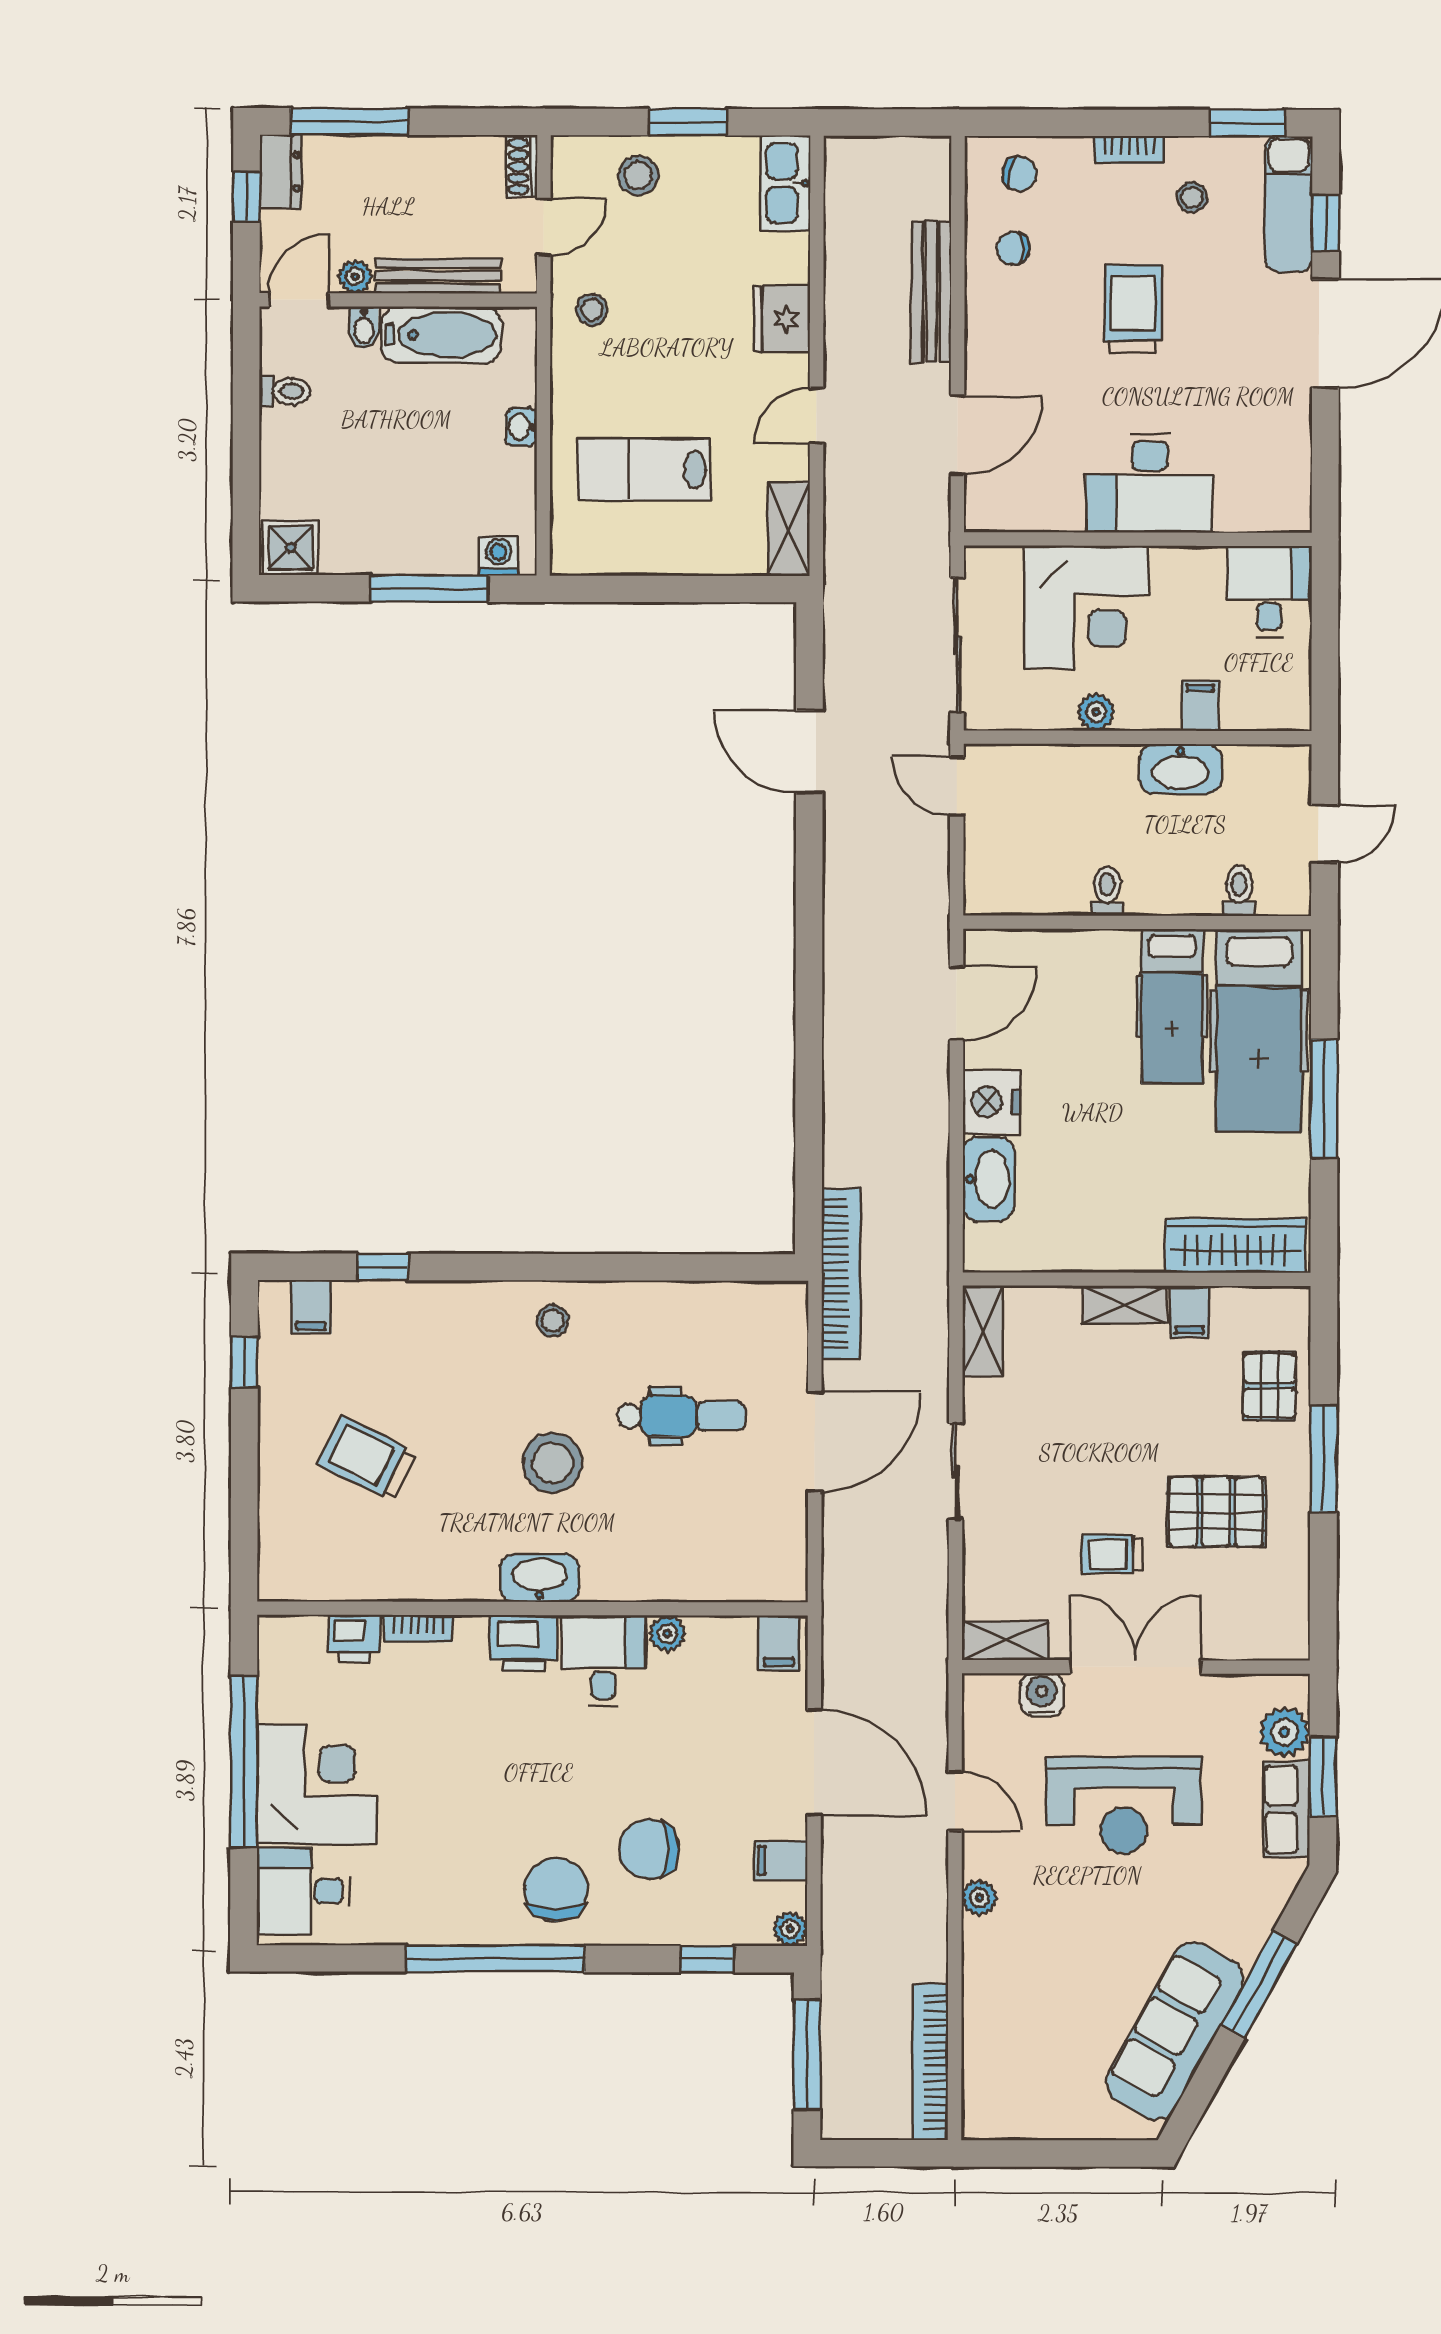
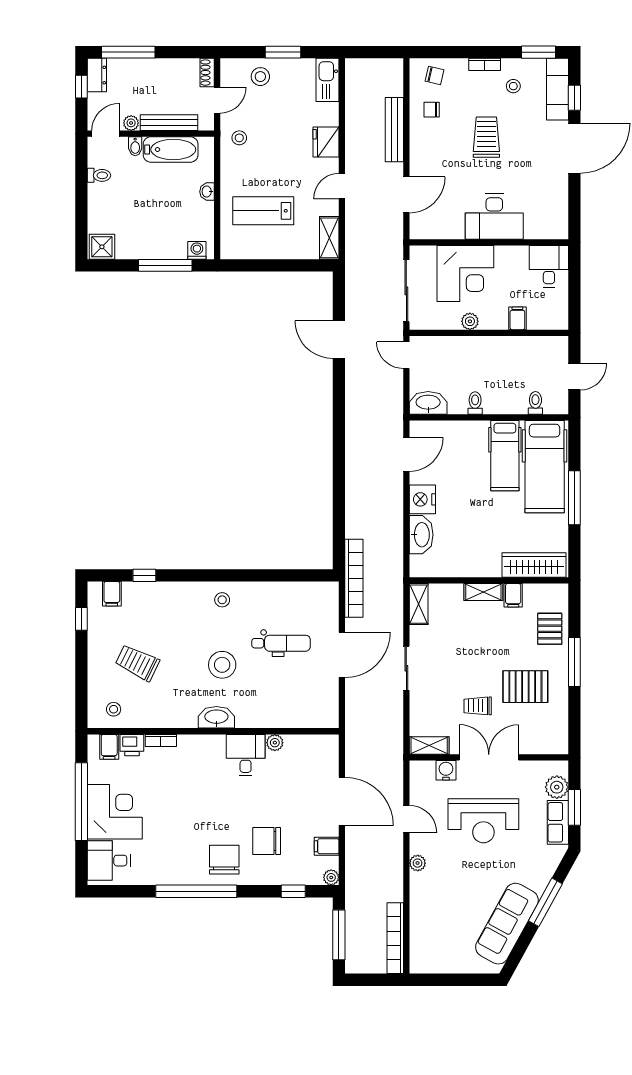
washbasin: (1180, 769) -> (428, 403), moved, turned 180
stool: (315, 1560) -> (114, 709), added
printer: (524, 1643) -> (209, 747), removed
filing cabinet: (779, 1643) -> (109, 747), moved

